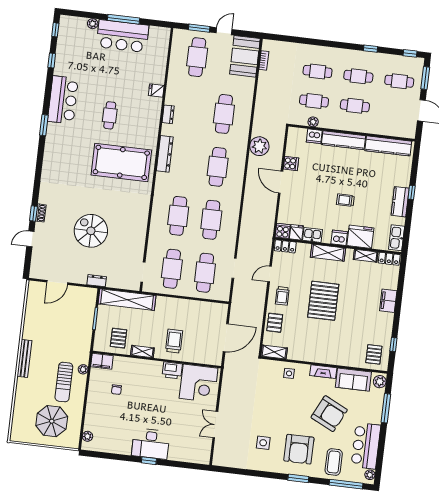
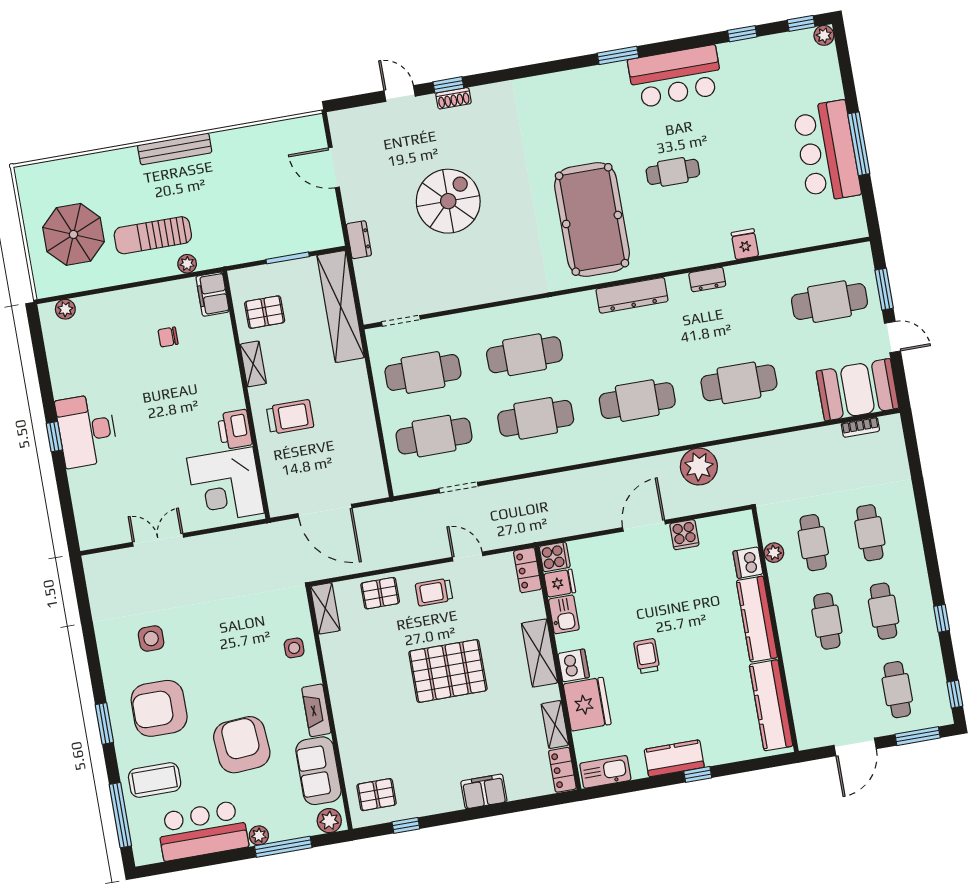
plant: (93, 24) -> (824, 35), moved
armchair: (329, 414) -> (242, 745), turned 150
plant: (370, 475) -> (259, 835), moved

